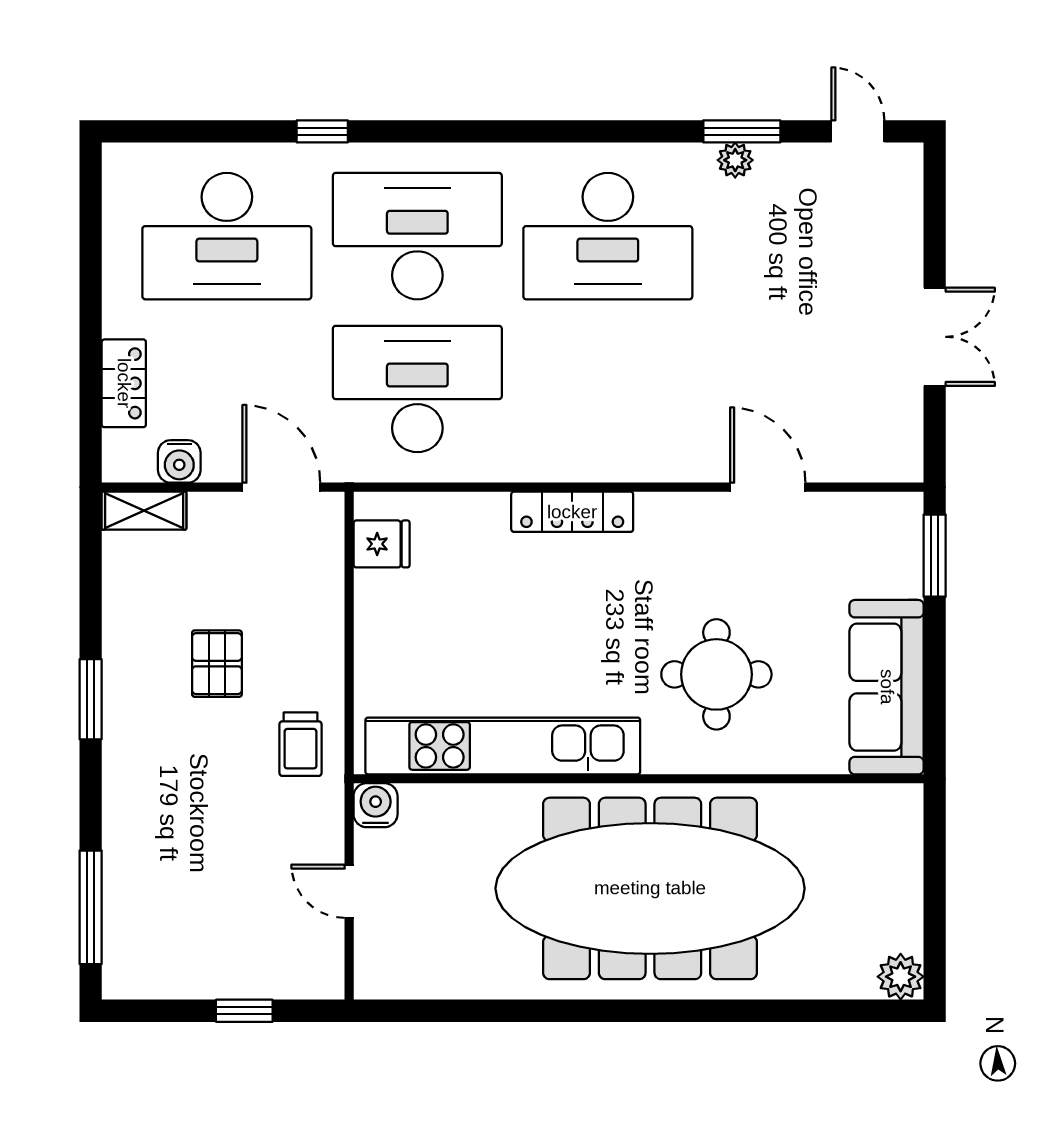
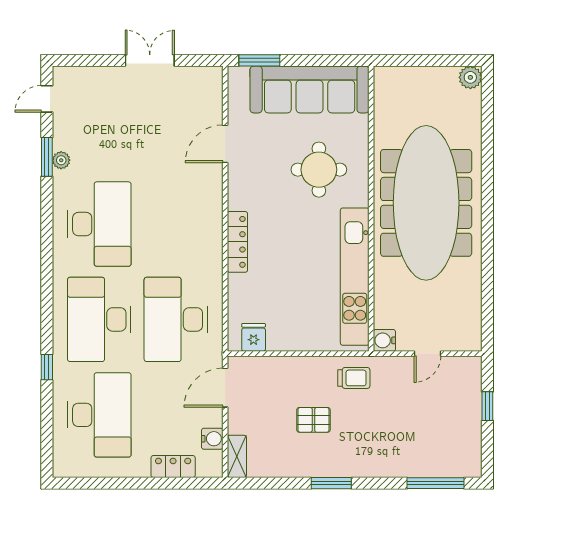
sofa: (887, 687) -> (310, 89), width x1.36, depth x1.27

